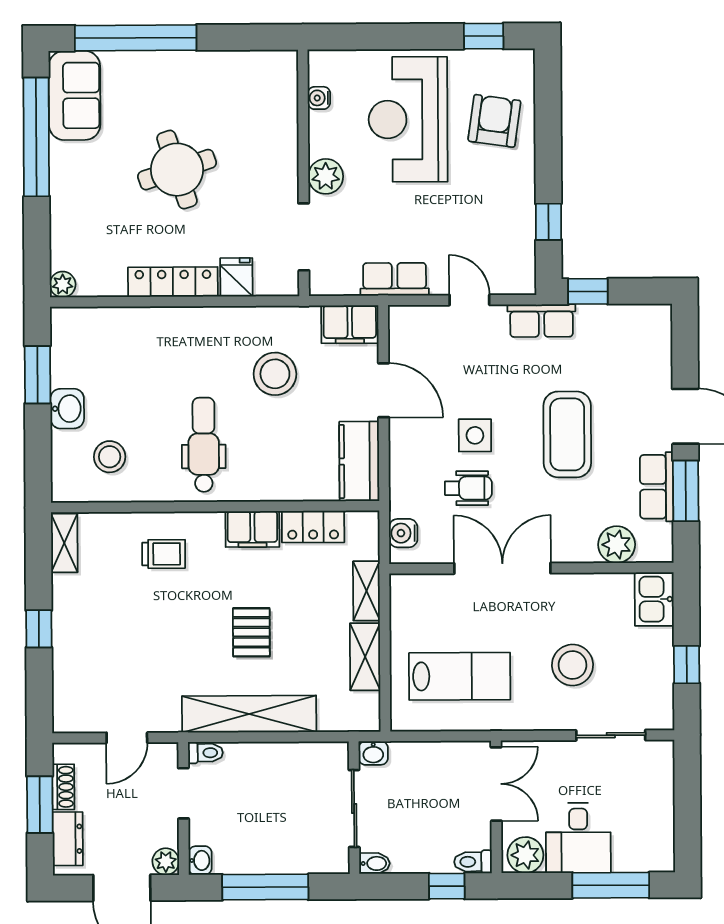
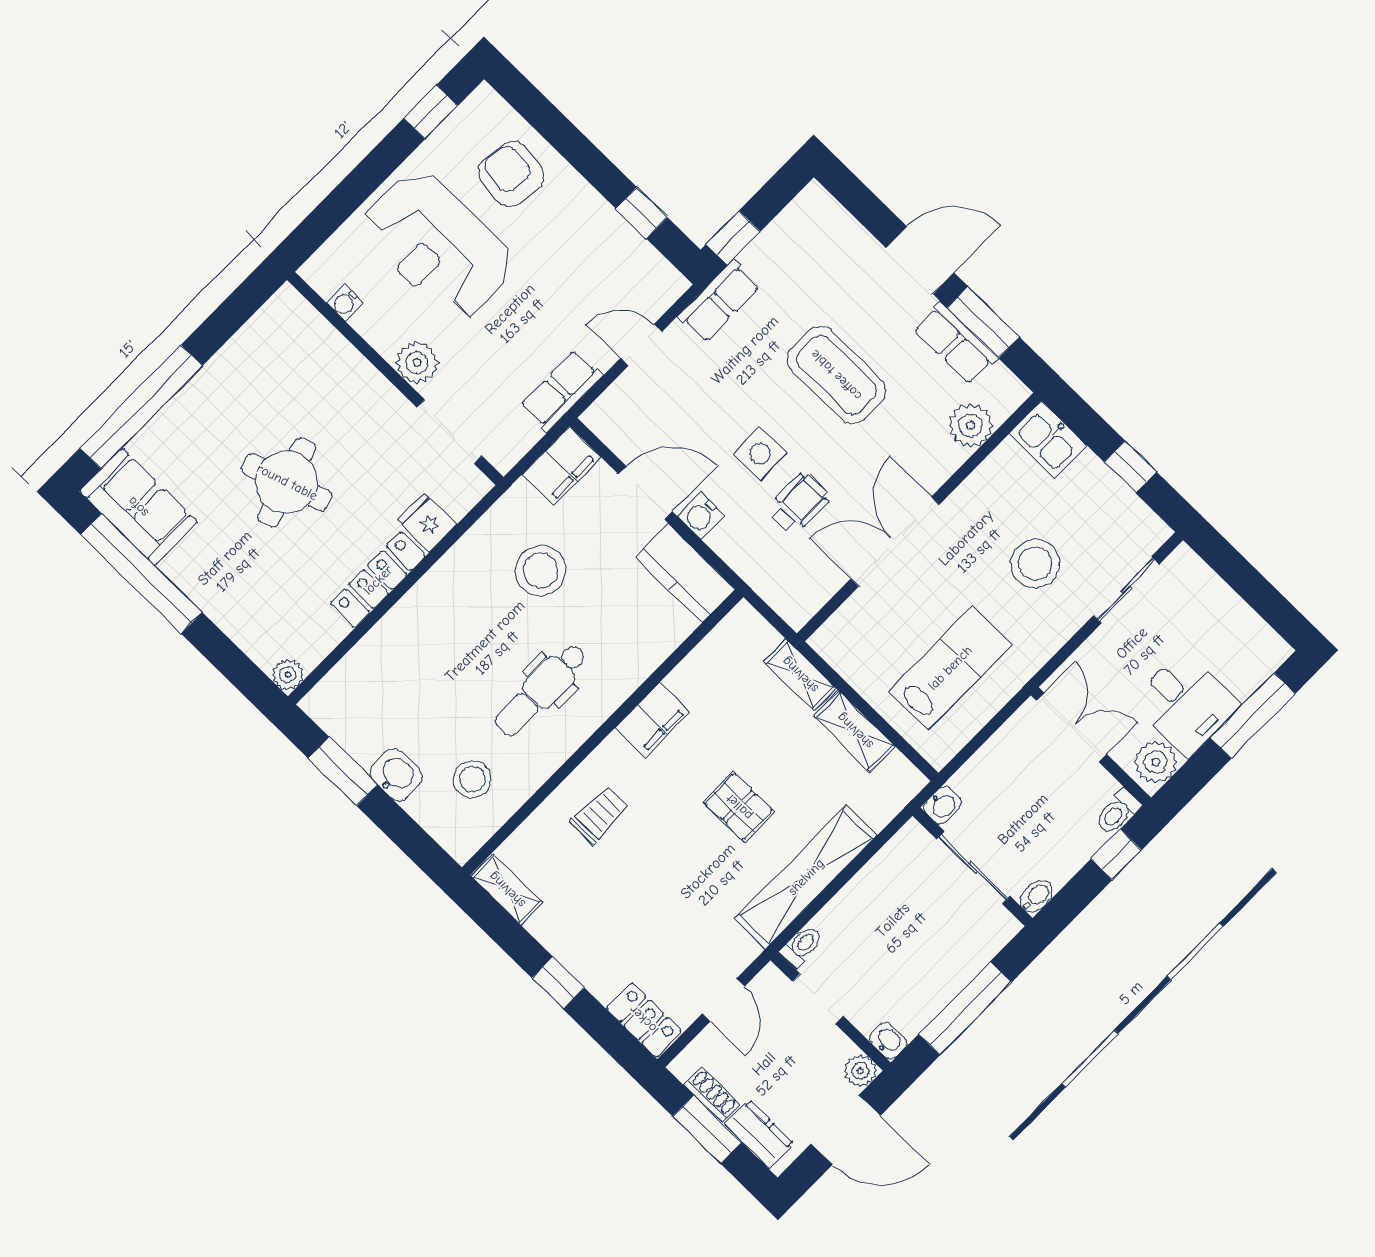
dental chair: (204, 445) -> (541, 690), turned -90
locker: (313, 527) -> (644, 1020), moved, turned -90
water cooler: (403, 533) -> (701, 516), moved

